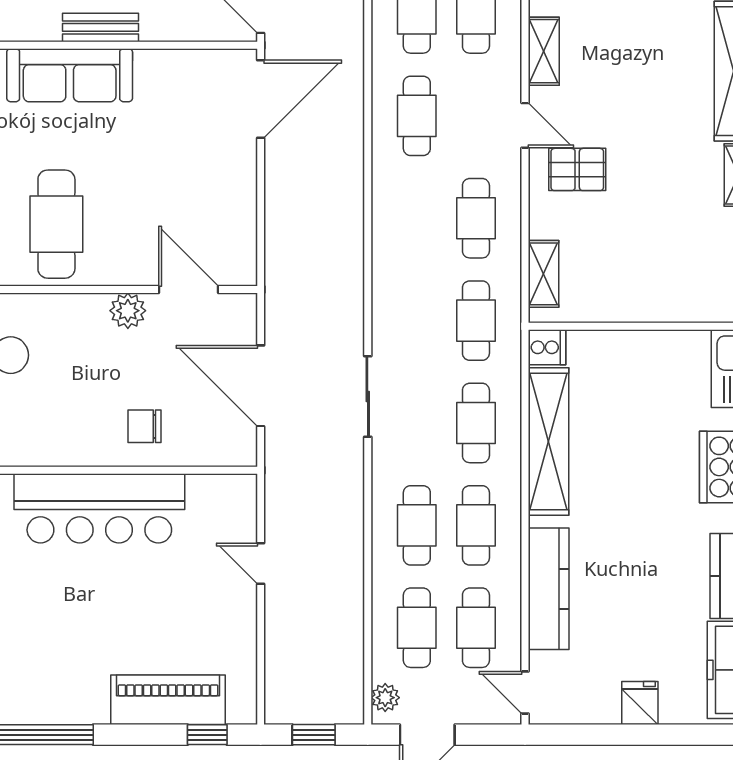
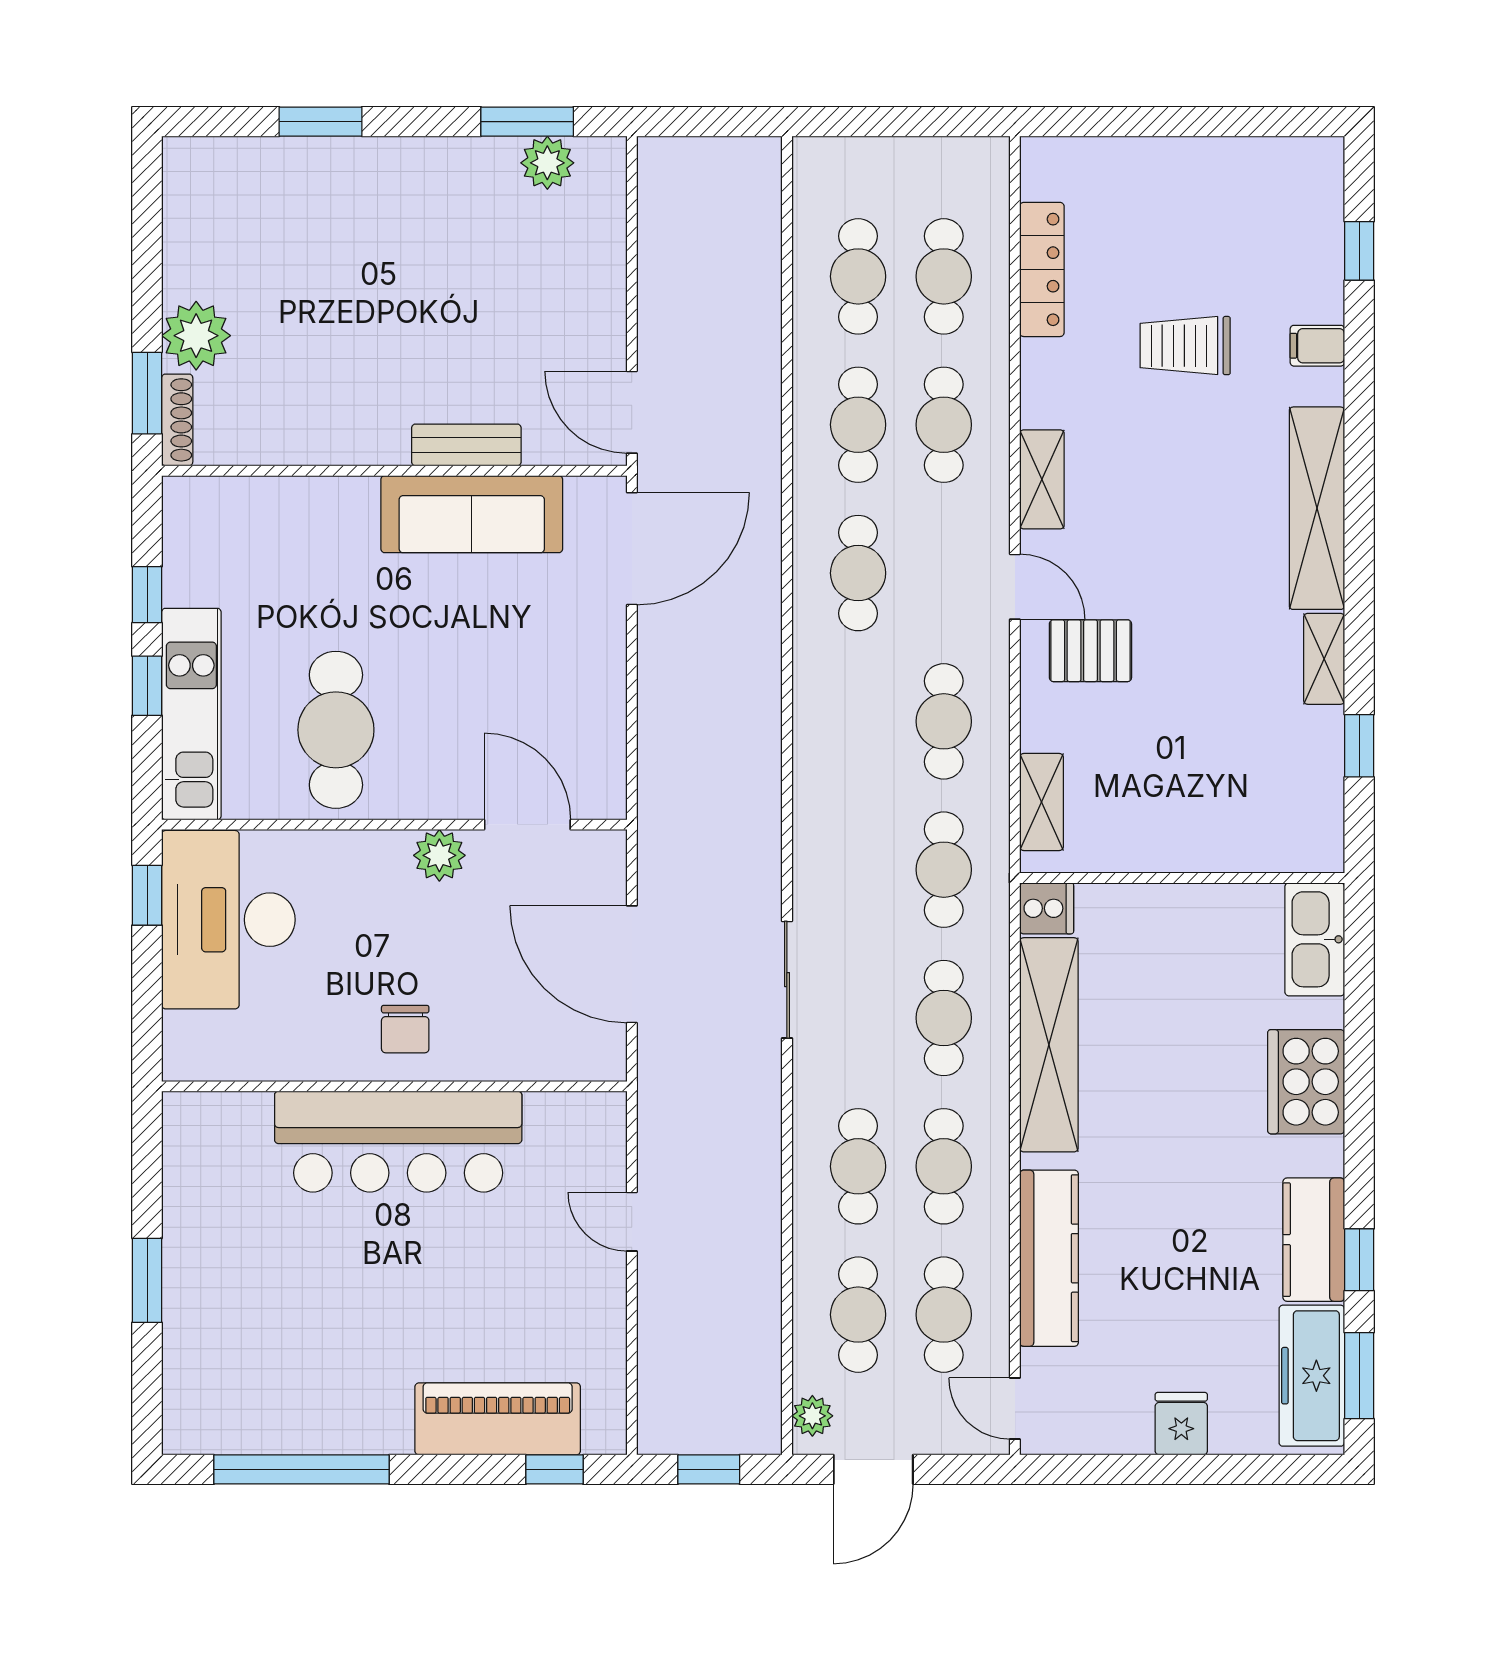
bench: (101, 27) -> (466, 445), moved
sofa: (70, 75) -> (472, 514), moved
chair: (145, 426) -> (405, 1029), moved, turned -90

